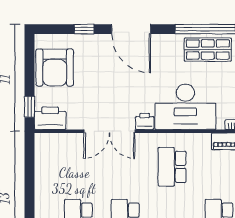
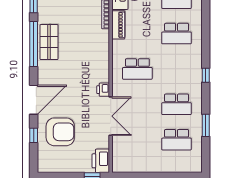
armchair: (55, 67) -> (60, 132), moved
desk: (185, 107) -> (92, 59), removed

